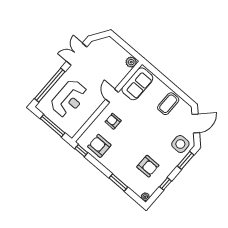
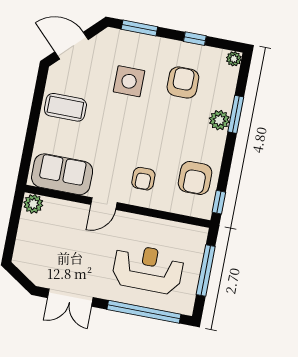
side table: (180, 144) -> (129, 81), moved
plant: (120, 173) -> (219, 120), added

